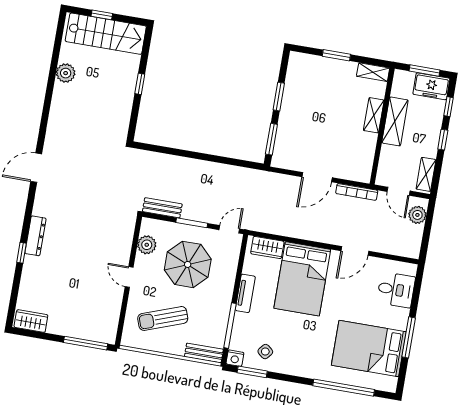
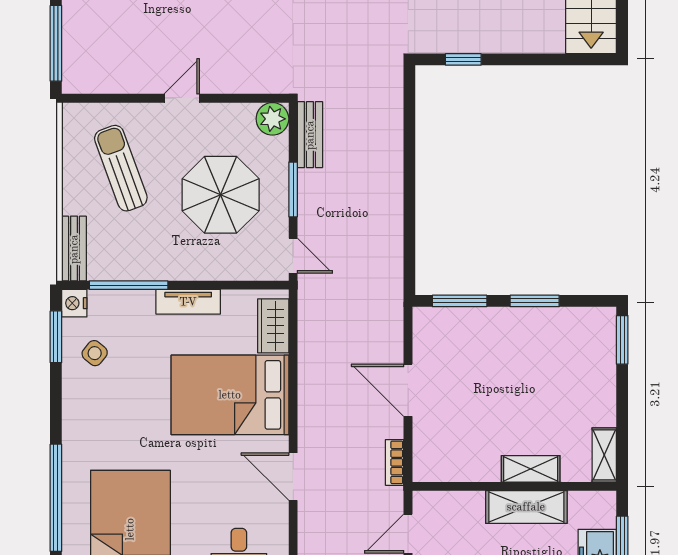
window: (336, 55) -> (622, 340), moved
window: (140, 84) -> (463, 59), moved
bookcase: (357, 192) -> (395, 462), width x0.64
plant: (147, 245) -> (272, 119), moved

